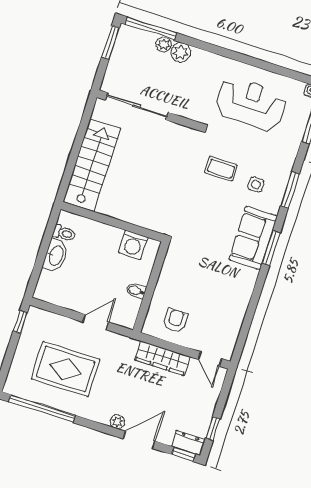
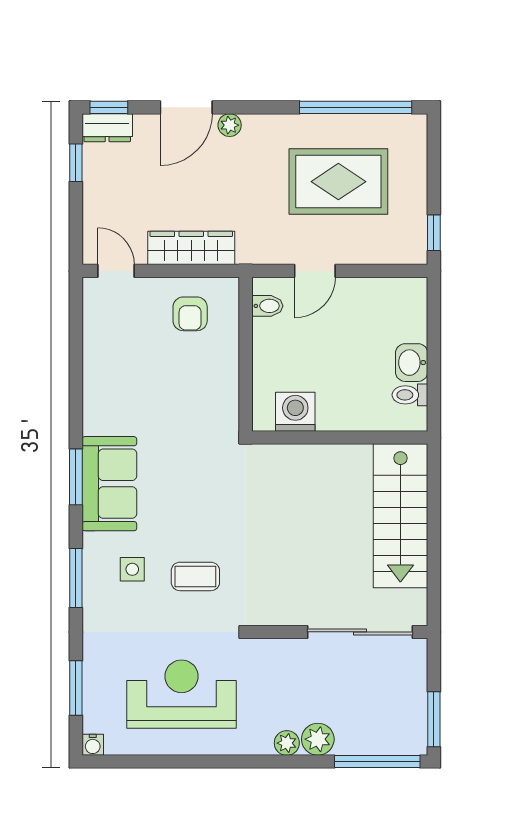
plant: (164, 44) -> (287, 743), moved
reception desk: (251, 104) -> (182, 694), turned 180
washbasin: (56, 256) -> (412, 363), width x0.72
bidet: (136, 291) -> (267, 306), moved

